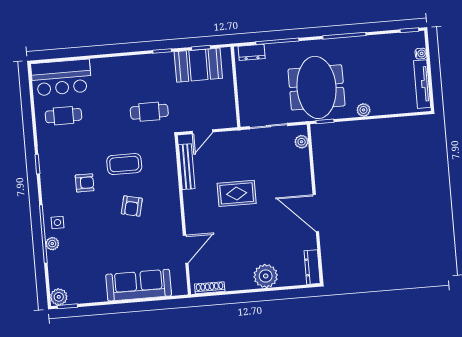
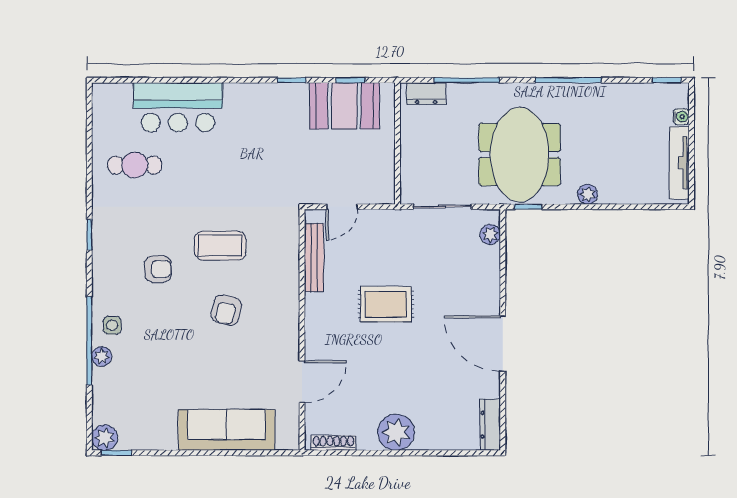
bar counter: (61, 77) -> (178, 107), moved
cafe table: (149, 112) -> (264, 170), removed
plant: (266, 276) -> (396, 432), moved

